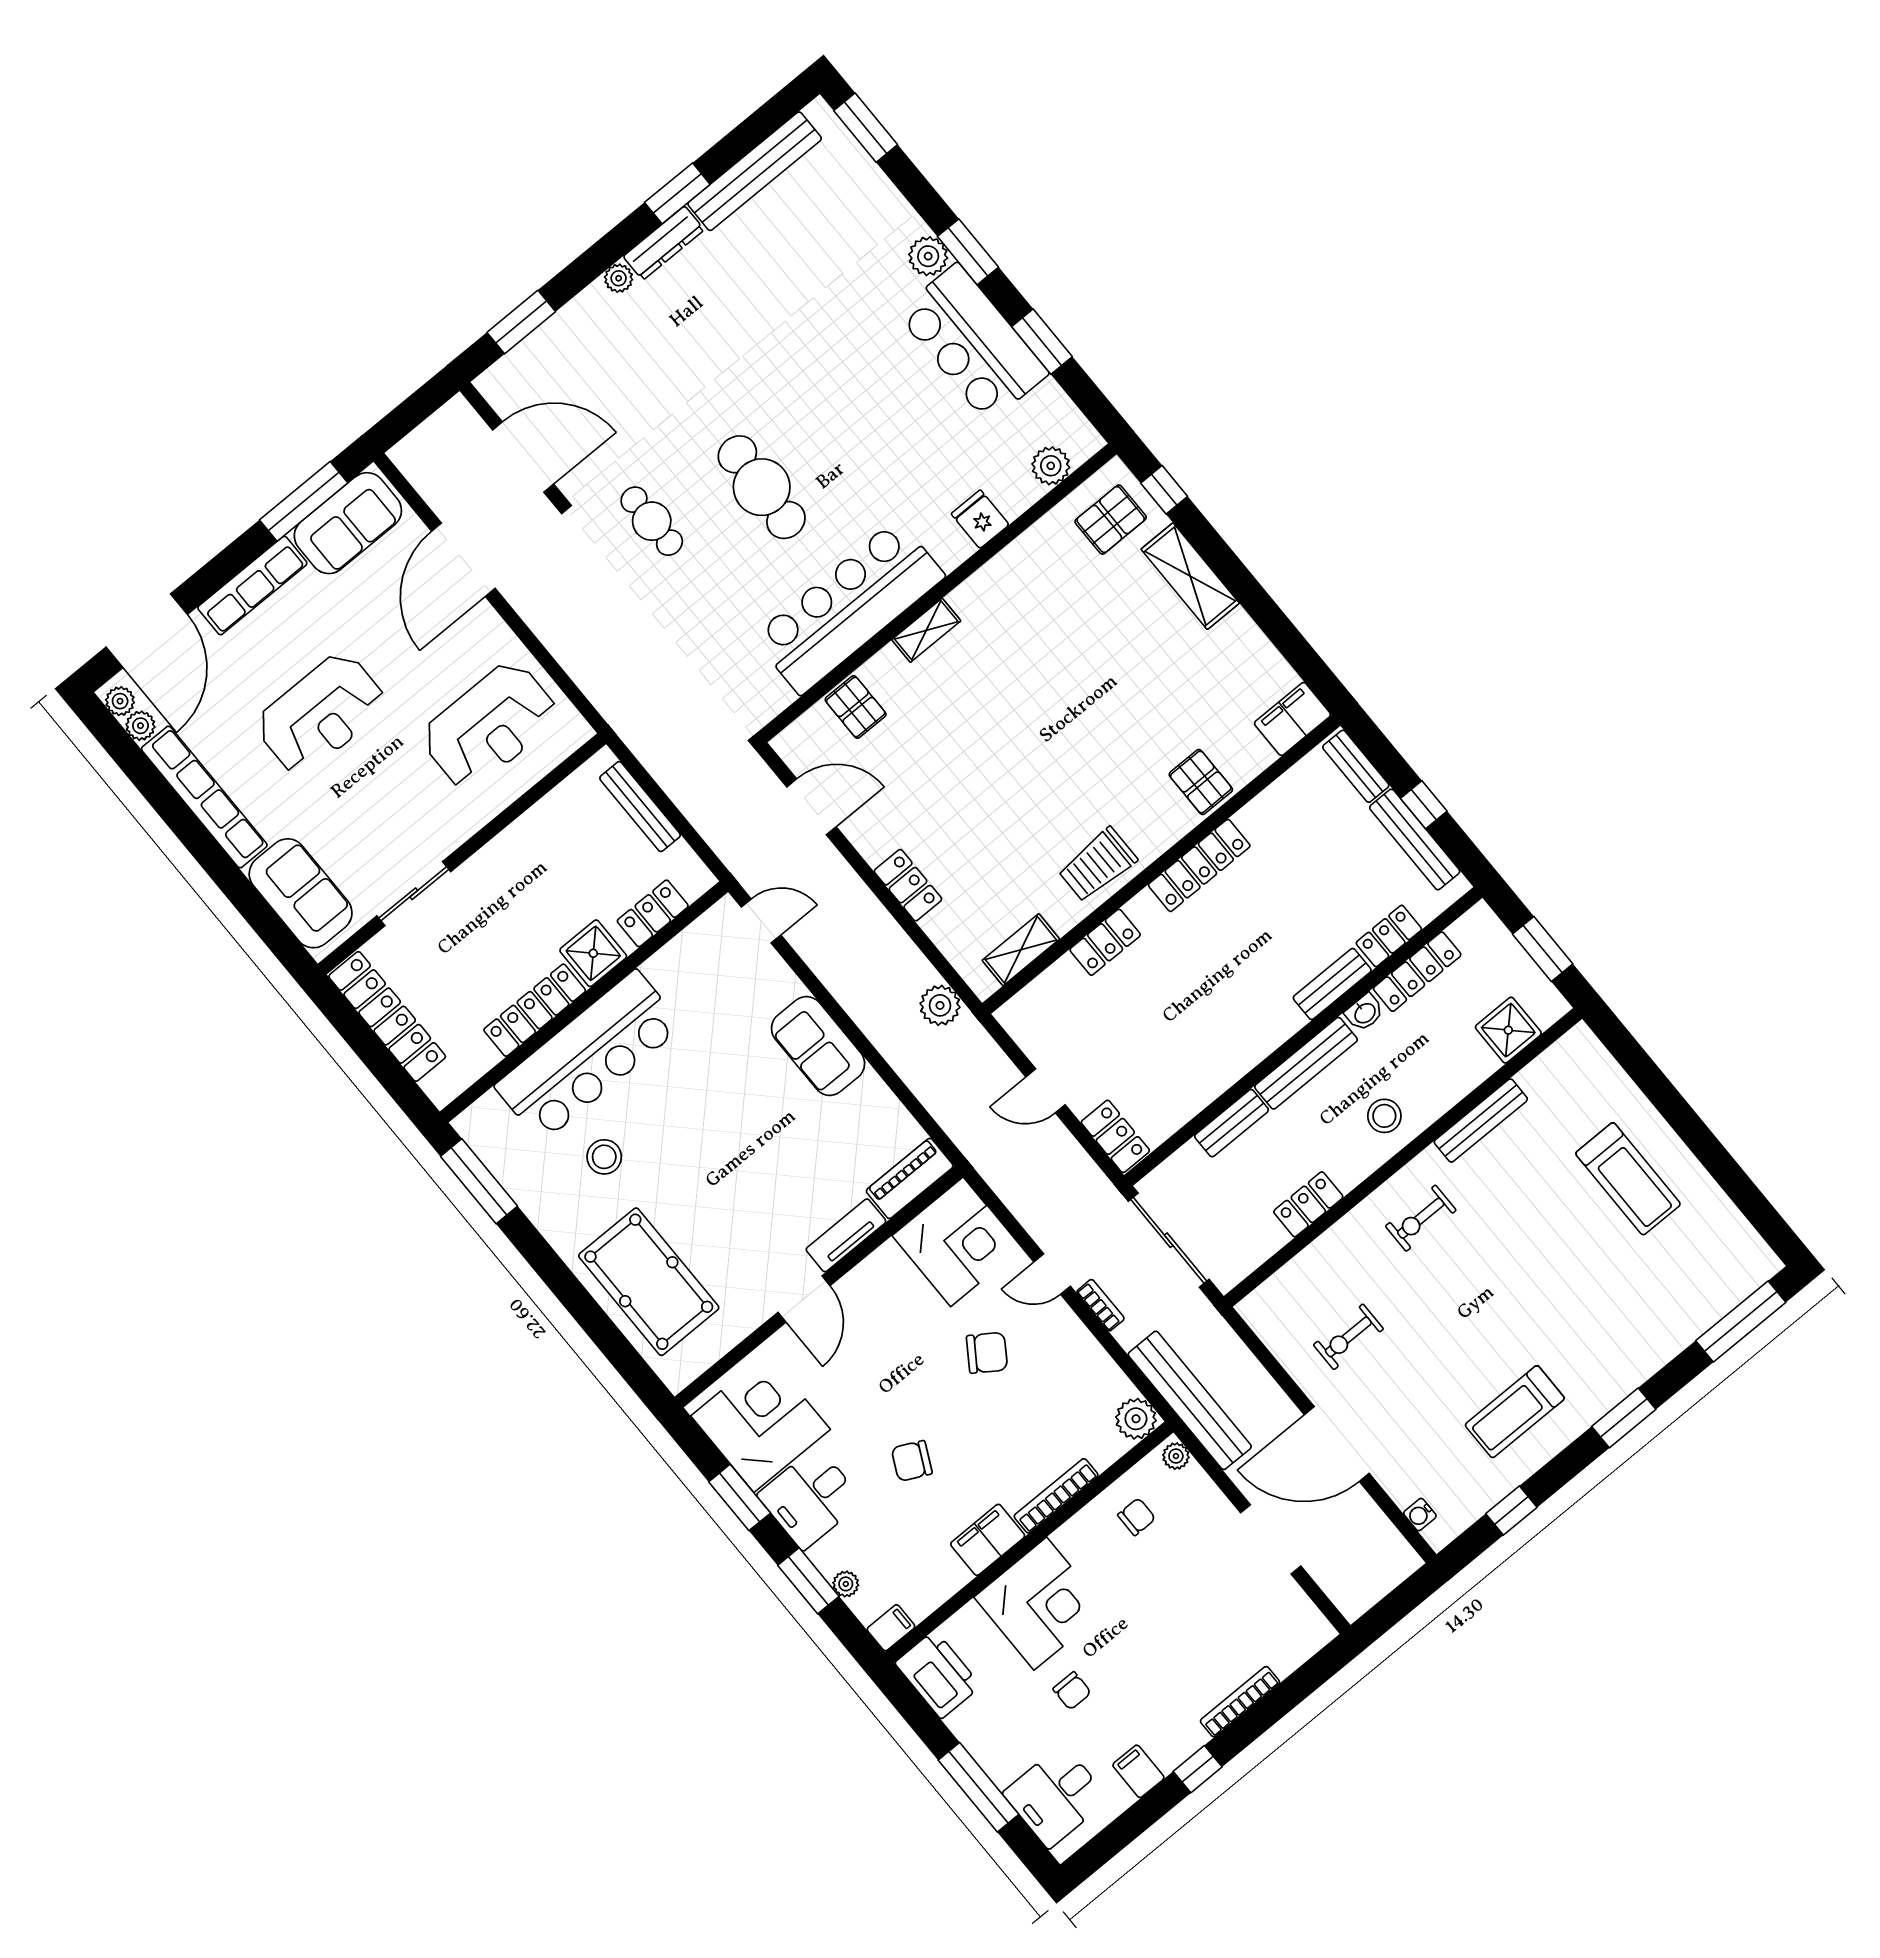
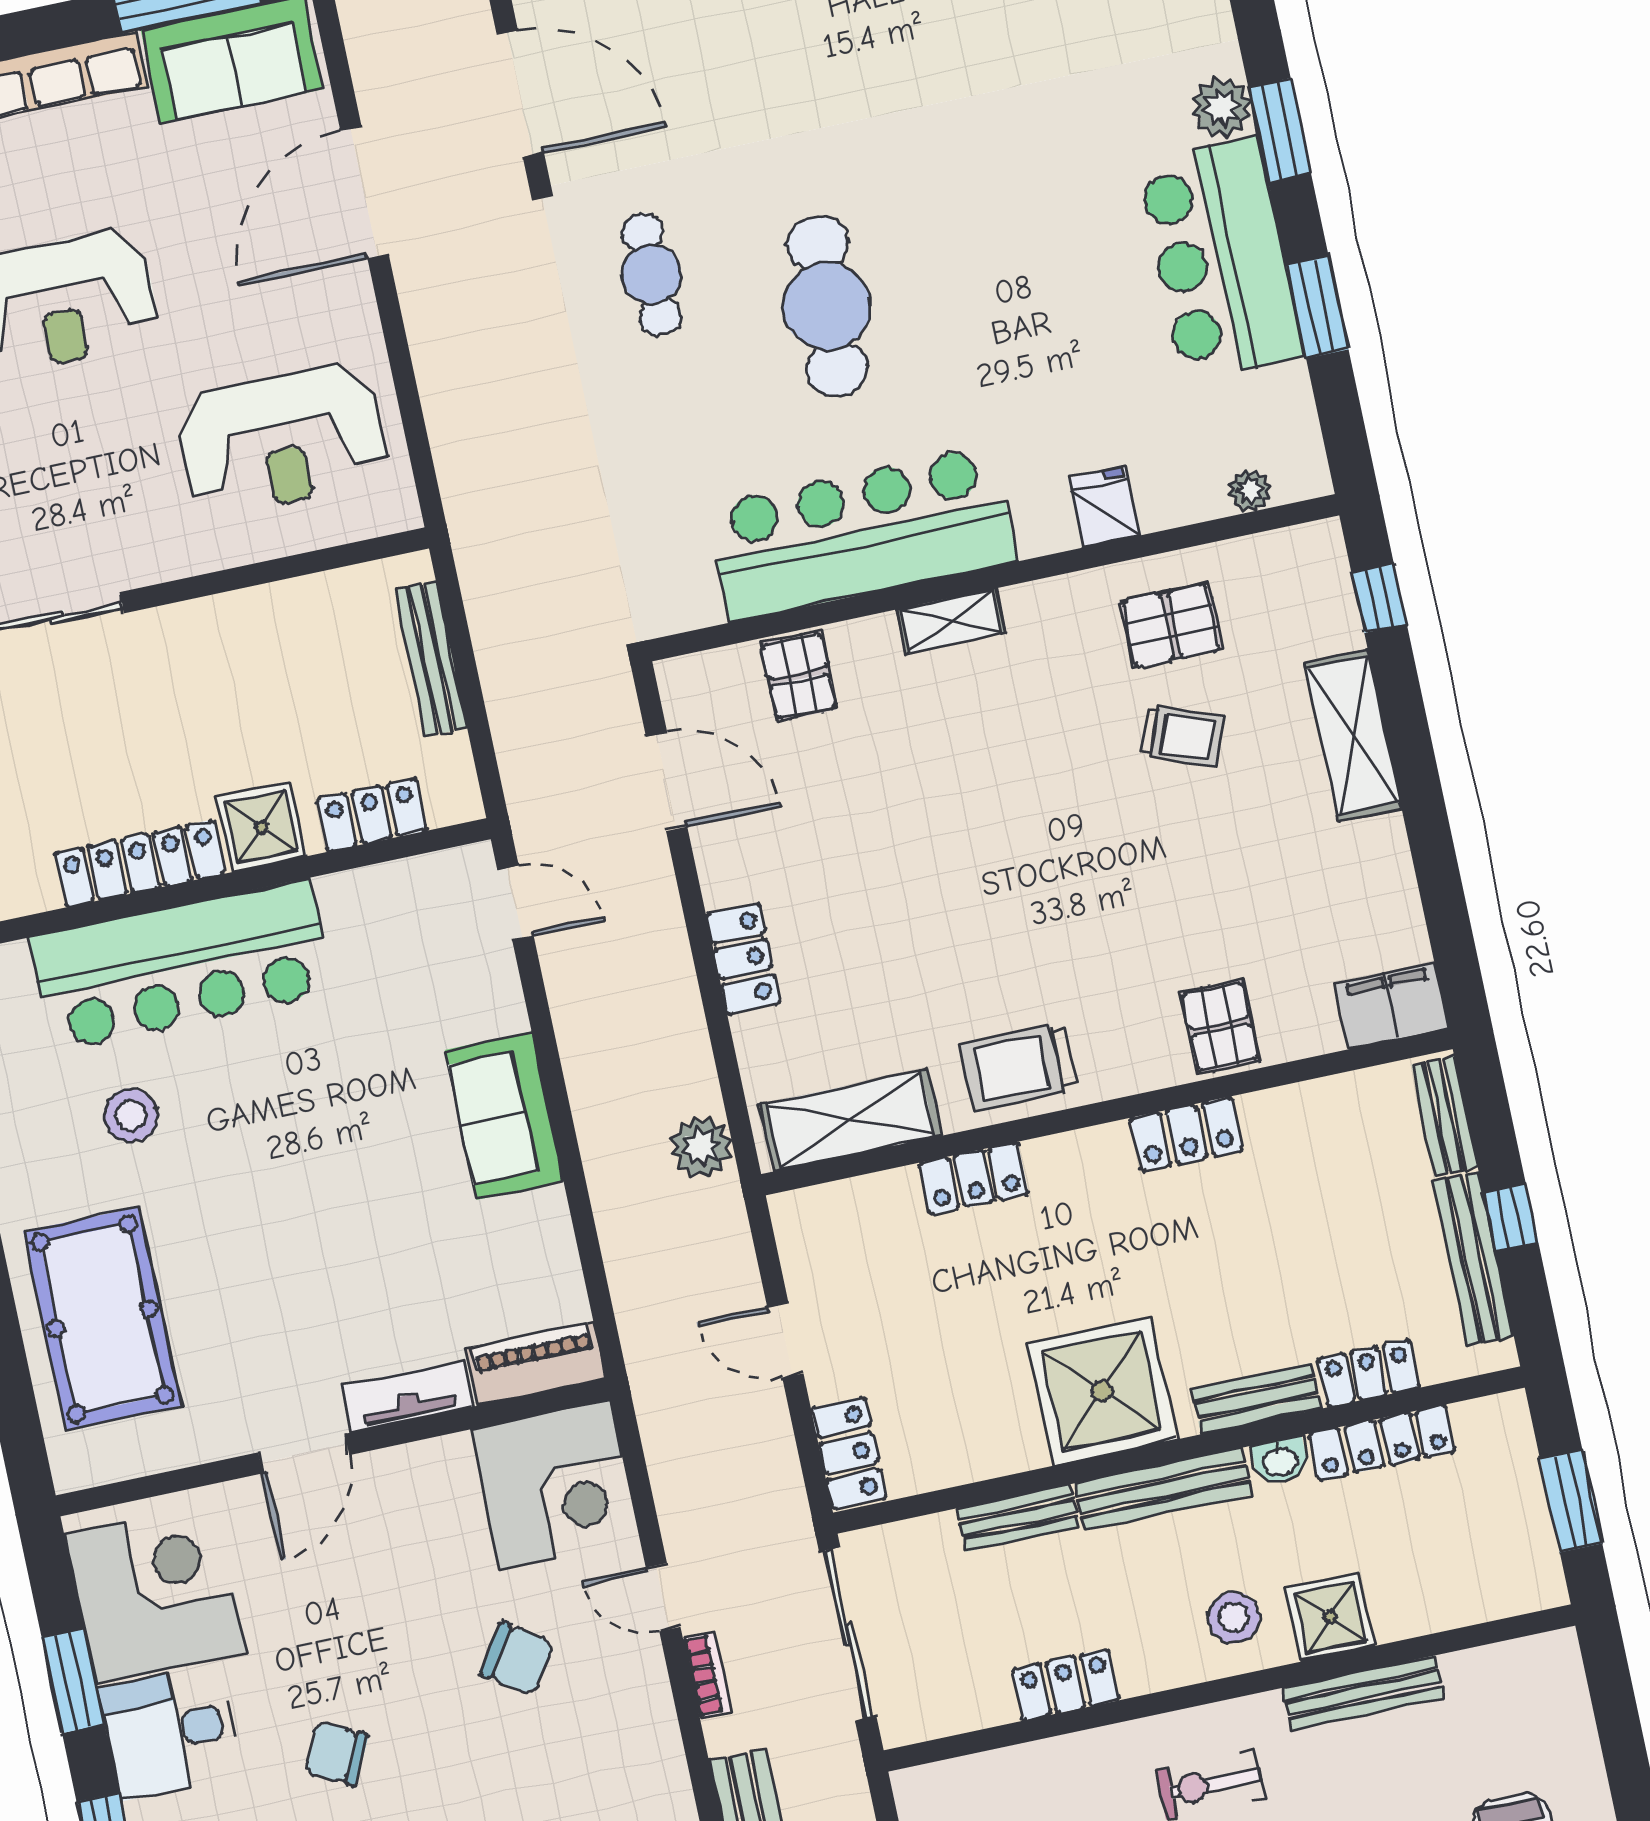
plant: (1051, 466) -> (1250, 490), width x0.73, depth x0.73
pallet: (1111, 520) -> (1171, 626), moved
trolley: (1093, 627) -> (1182, 736), added
locker: (1199, 865) -> (1186, 1134), width x0.66
shelving: (1021, 950) -> (851, 1120), width x1.50, depth x1.33
shower: (1242, 1026) -> (1102, 1391), added
shower: (1508, 1030) -> (1330, 1617), moved

